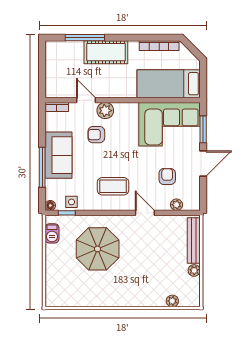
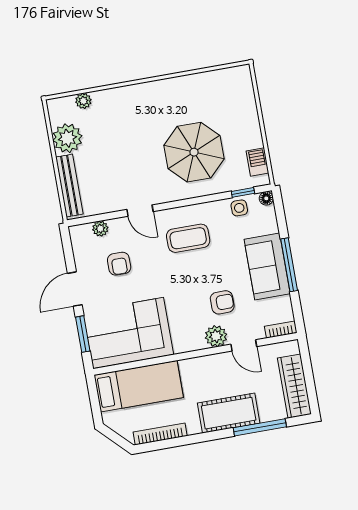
wardrobe: (54, 64) -> (294, 386), added
window: (42, 167) -> (289, 265), moved
plant: (194, 270) -> (67, 138), width x1.88, depth x1.88

